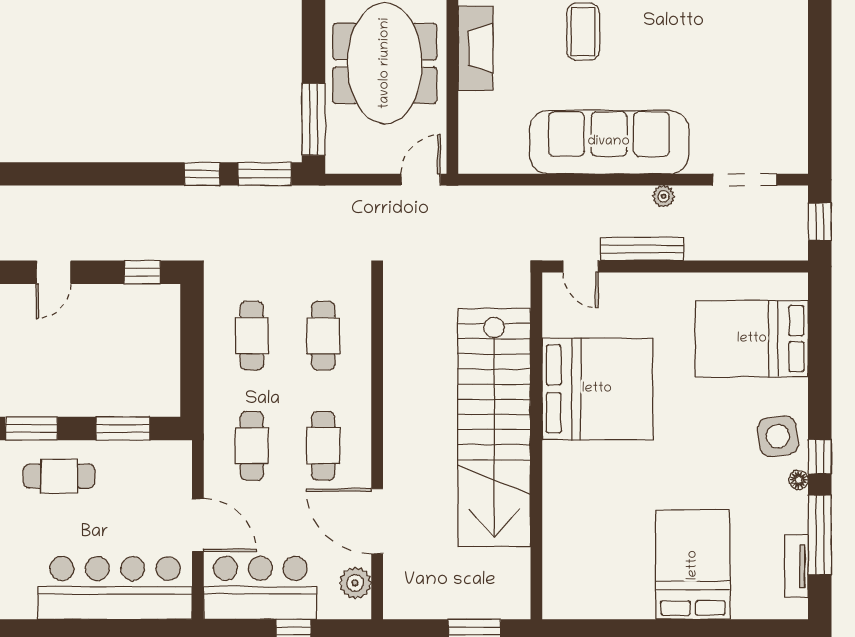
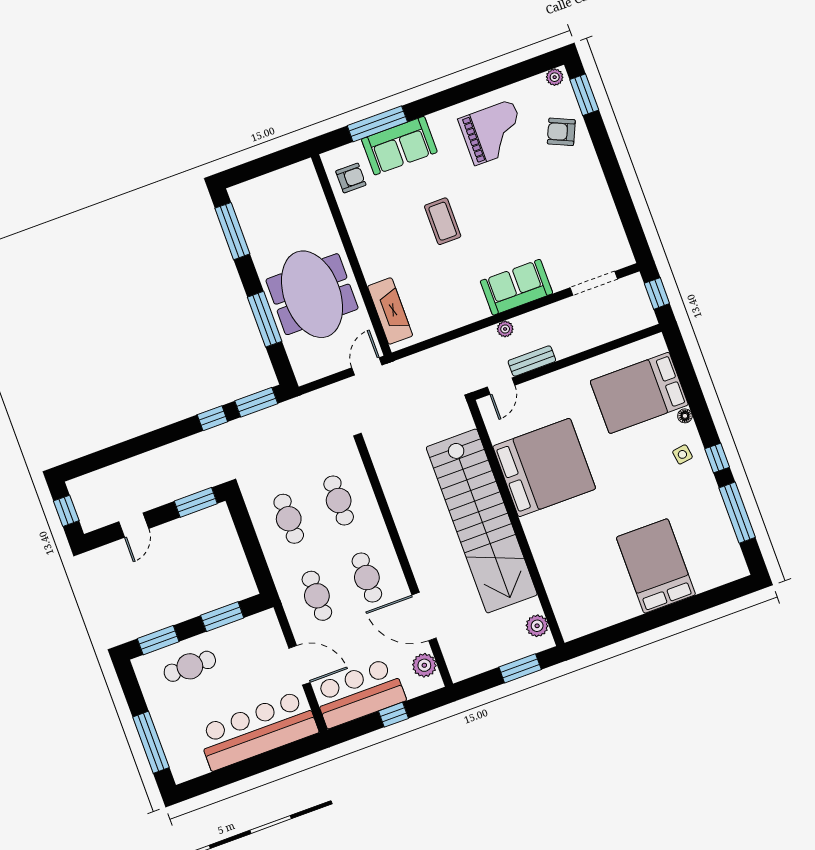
fireplace: (476, 48) -> (390, 311), moved
window: (314, 119) -> (265, 319), moved
sofa: (609, 142) -> (516, 287), width x0.54, depth x0.79
plant: (663, 196) -> (505, 329), moved
bench: (642, 249) -> (532, 361), width x0.73
door: (581, 266) -> (501, 386), hinge flipped
window: (142, 272) -> (196, 502), width x1.50
side table: (778, 436) -> (682, 454), width x0.54, depth x0.54
floor lamp: (799, 480) -> (685, 416), moved
tv unit: (796, 566) -> (729, 541), removed
plant: (516, 585) -> (537, 626), added

